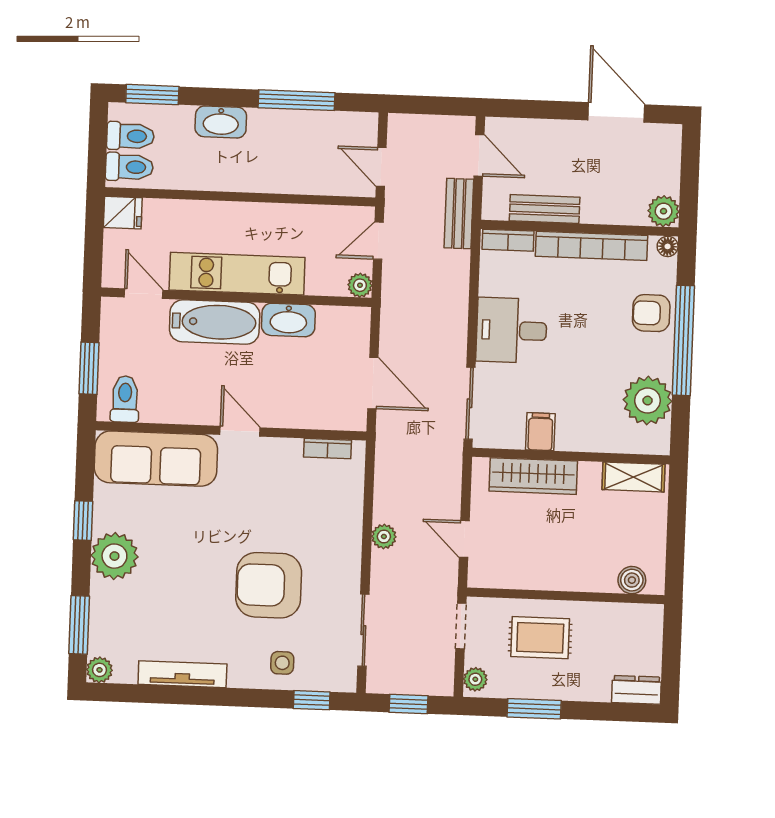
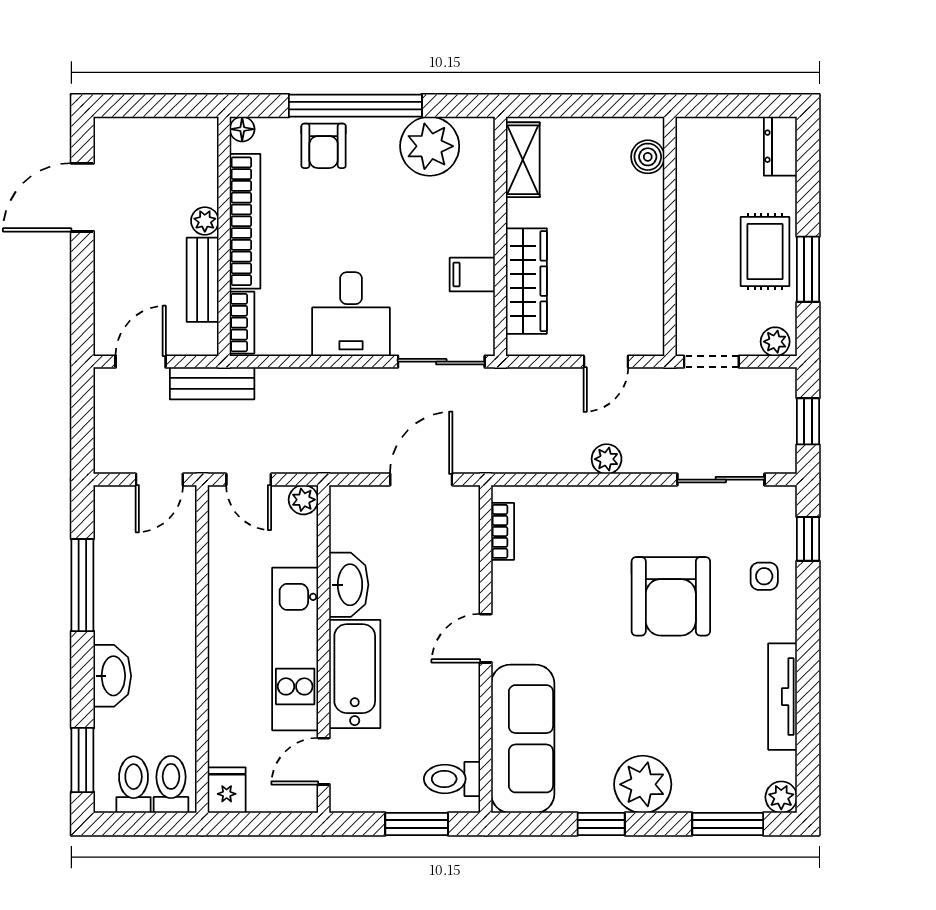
plant: (664, 211) -> (205, 221), moved, width x0.73, depth x0.73
rug: (540, 638) -> (765, 252), moved

